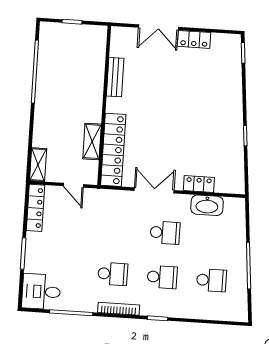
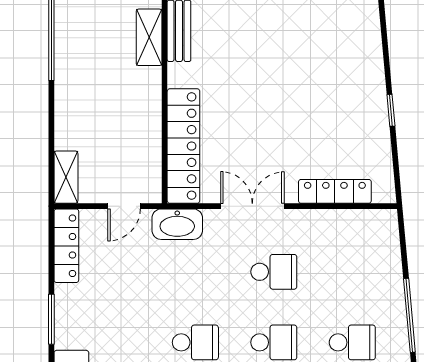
shelving: (92, 141) -> (149, 37), moved
locker: (199, 184) -> (335, 191), width x1.53
door: (73, 185) -> (124, 206), hinge flipped
washbasin: (207, 205) -> (177, 224), moved

